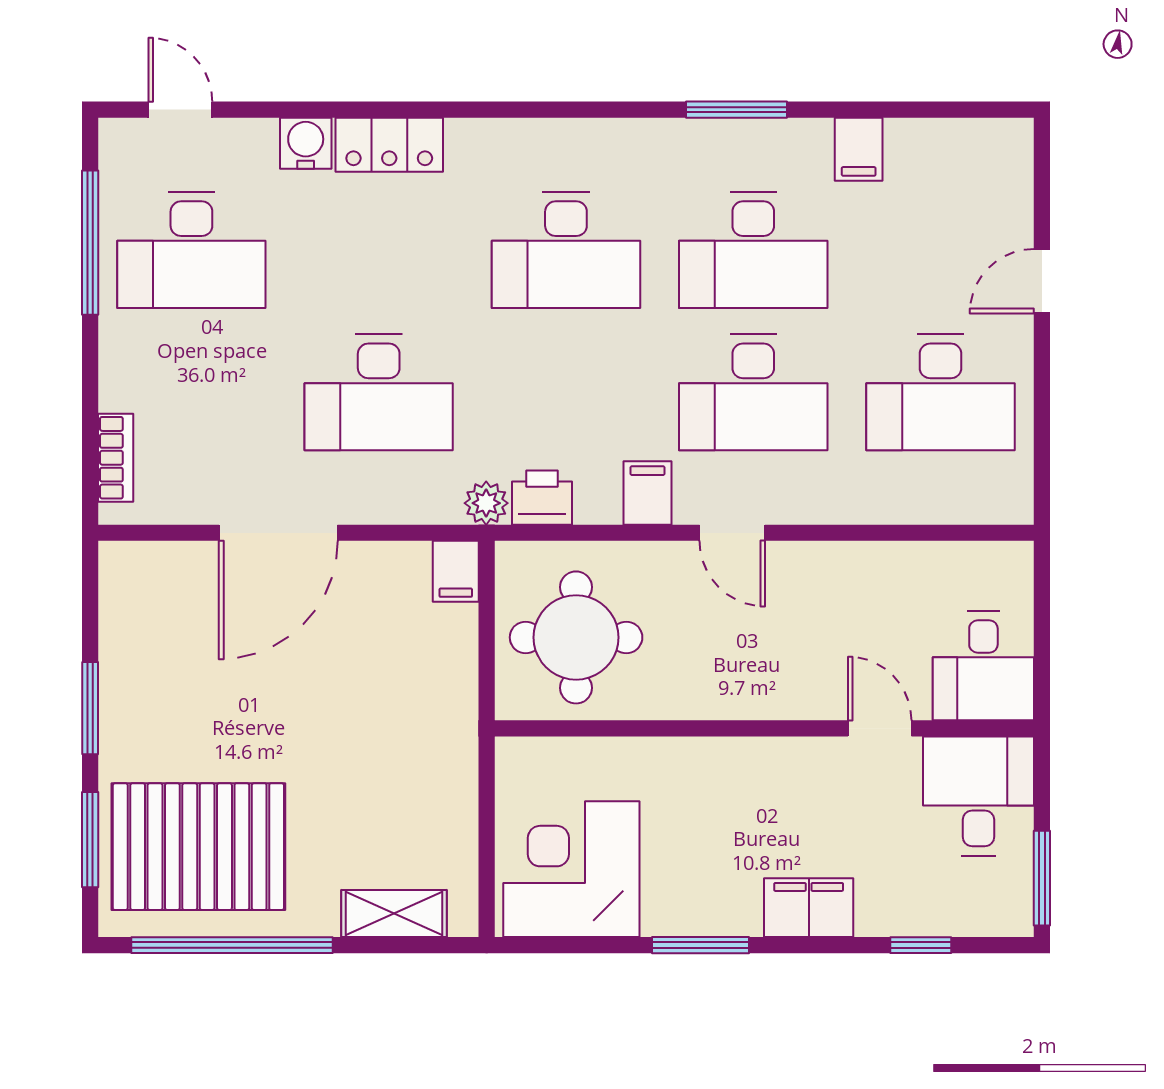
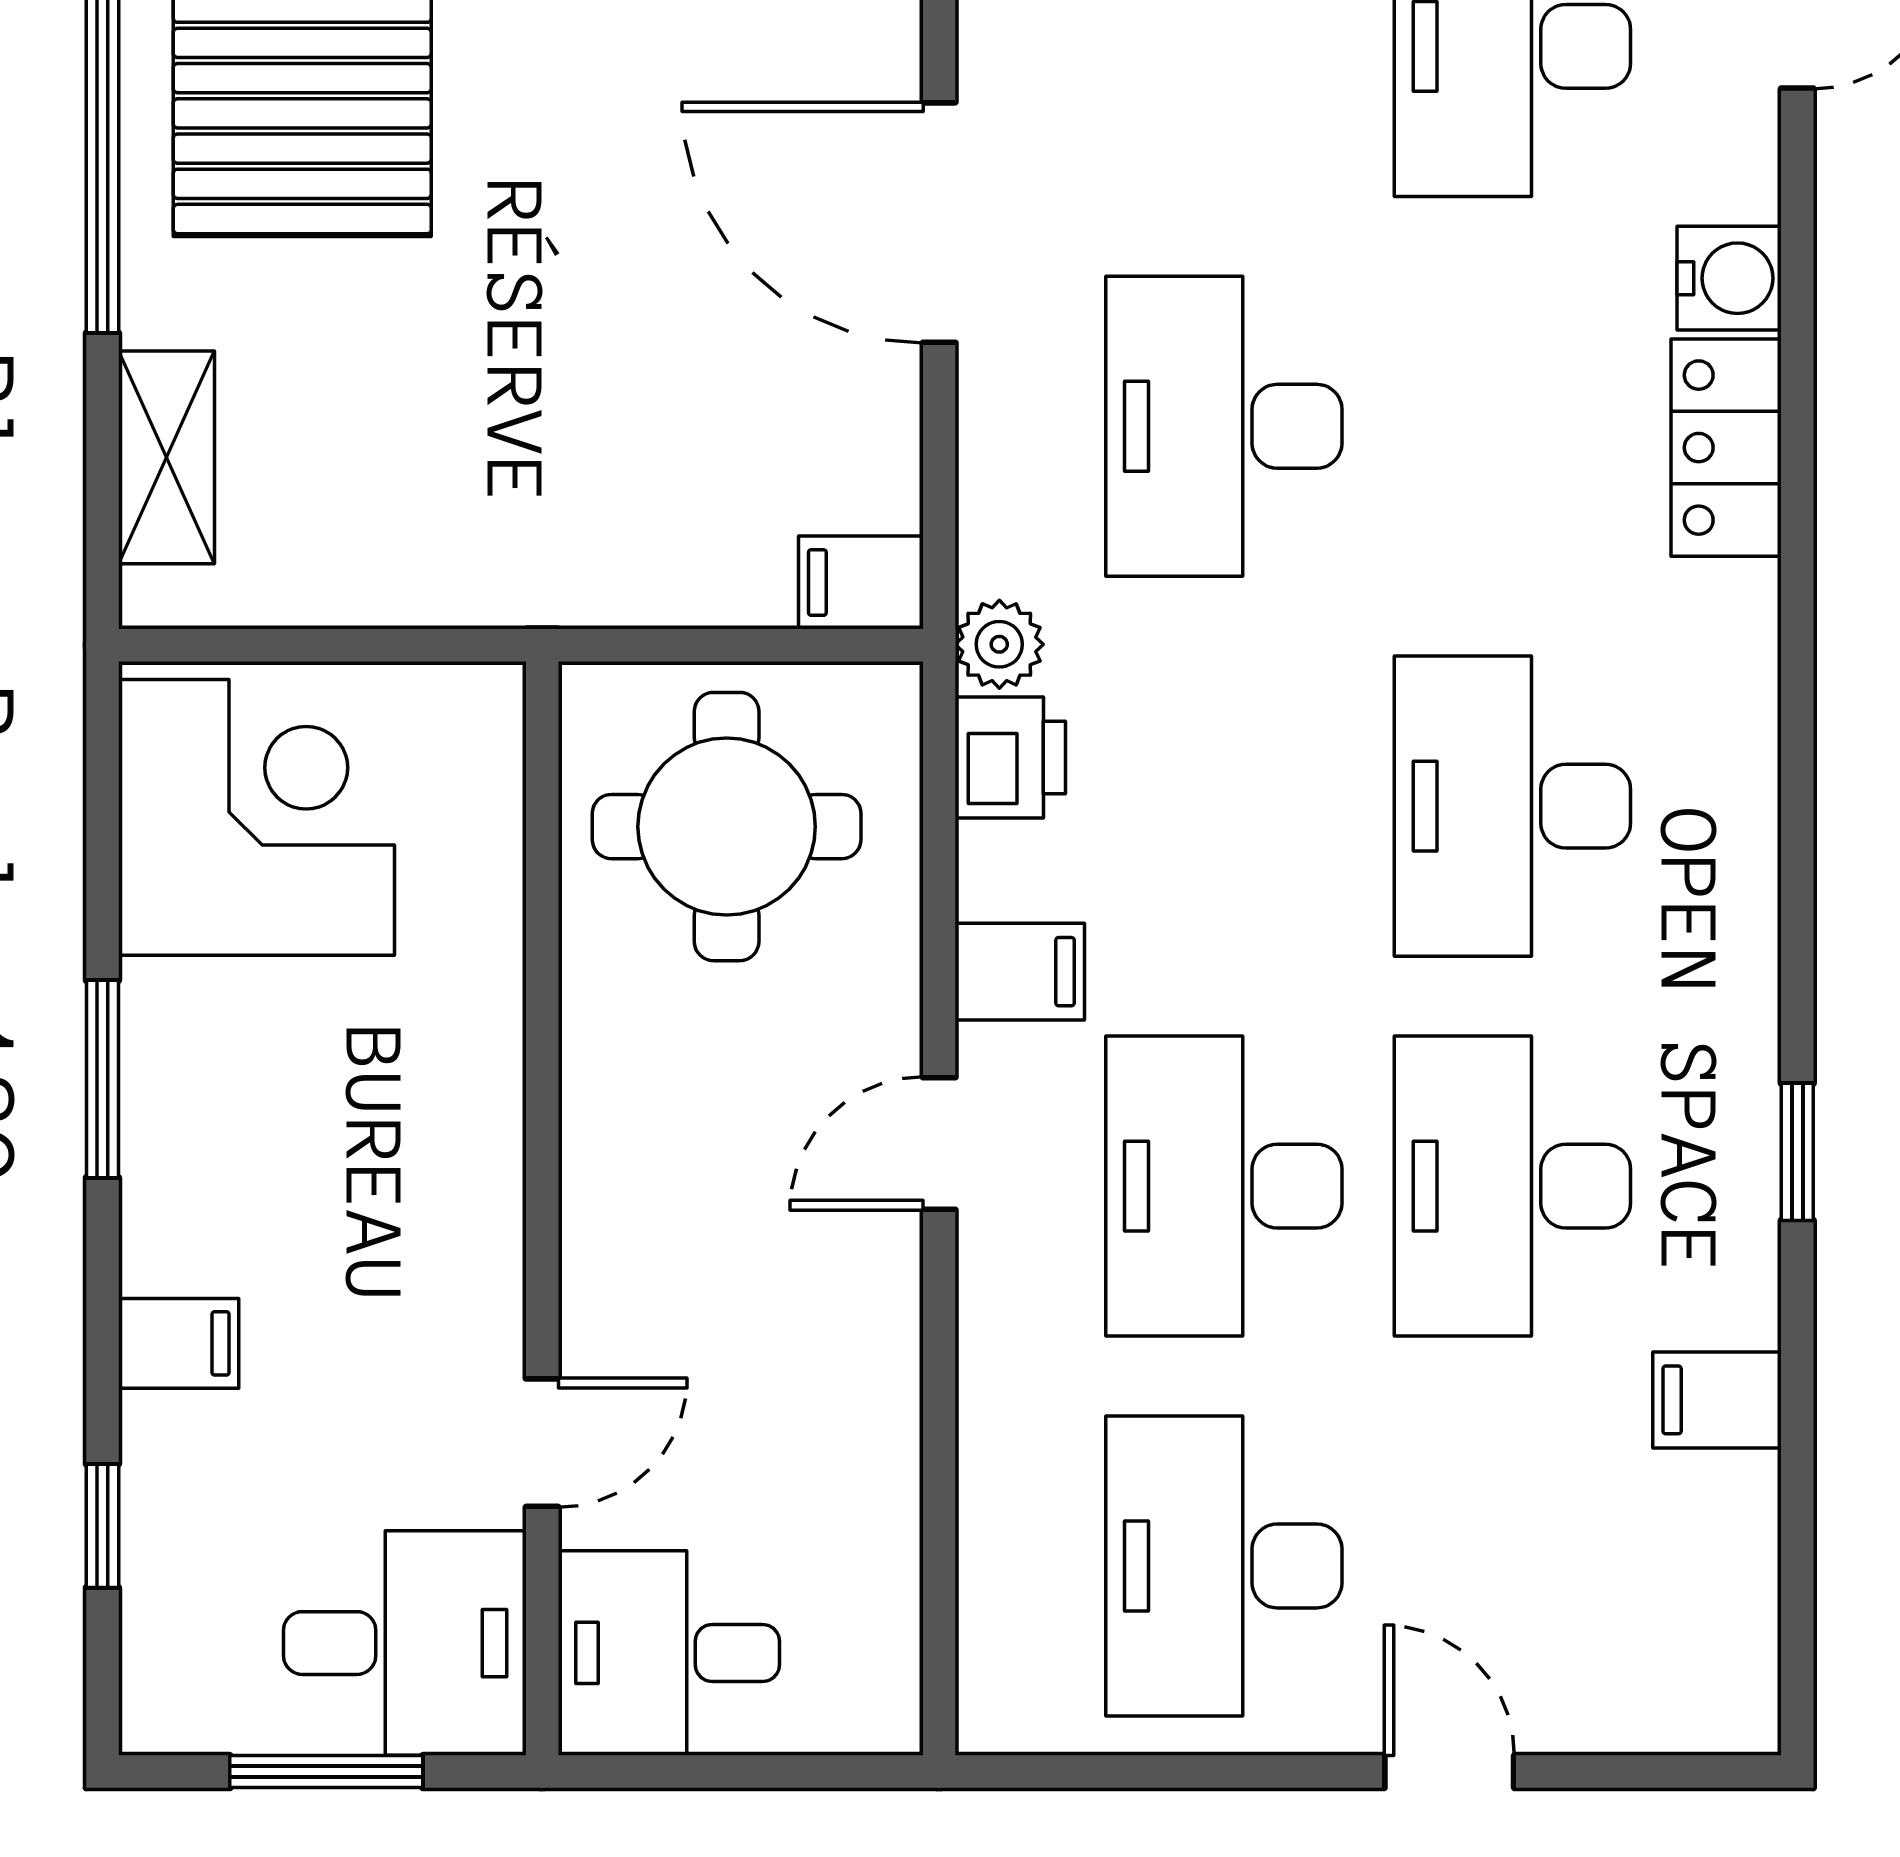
window: (736, 110) -> (1797, 1152), width x0.67
window: (1042, 878) -> (326, 1772), moved
filing cabinet: (809, 908) -> (179, 1343), width x0.50

